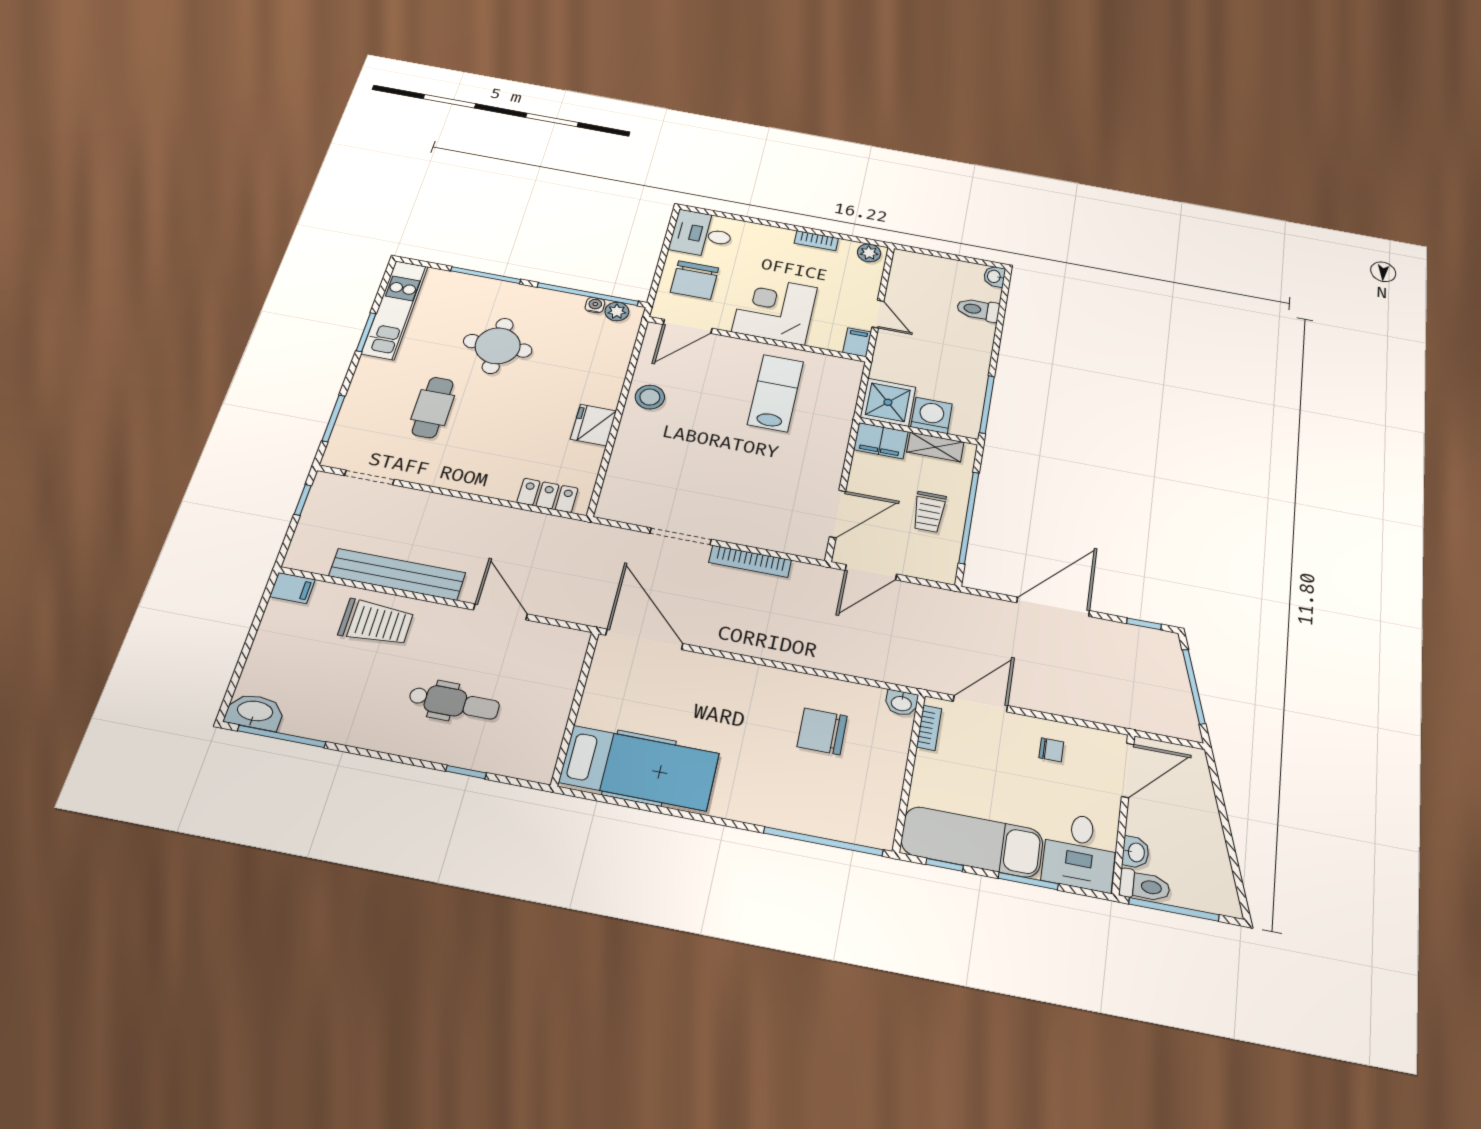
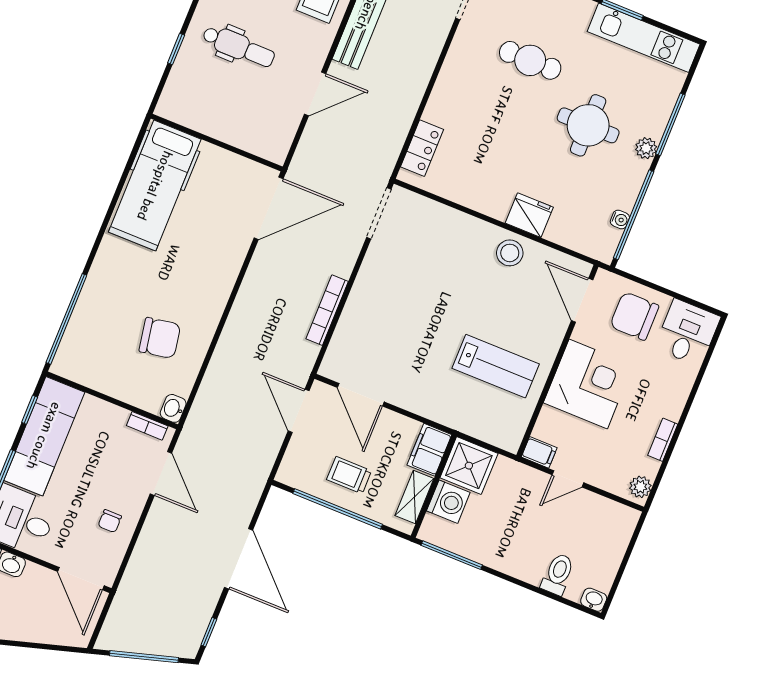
plant: (617, 311) -> (646, 148), moved
fridge: (594, 425) -> (529, 215), moved
doorway: (681, 536) -> (379, 213), moved
dental chair: (454, 703) -> (239, 47), turned -90
chair: (822, 731) -> (160, 338), turned 80

